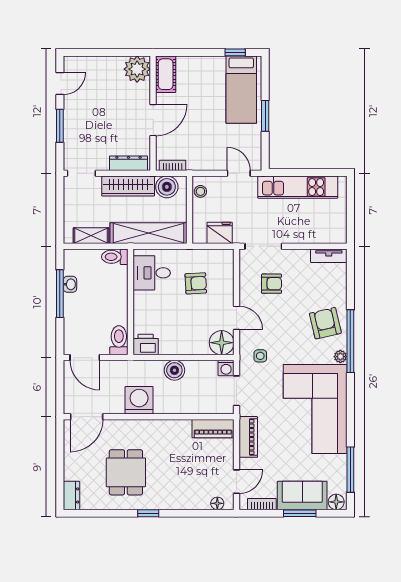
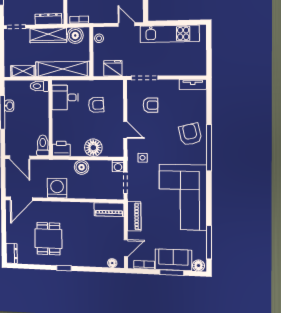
floor lamp: (222, 343) -> (93, 148), moved
plant: (340, 357) -> (201, 159), removed

